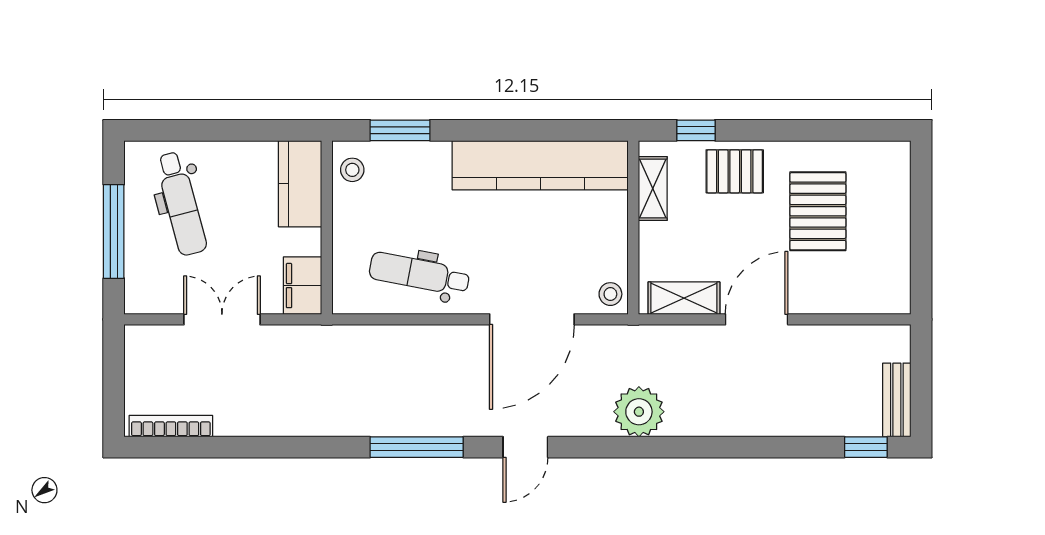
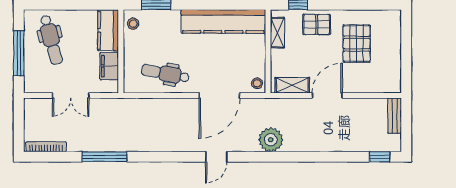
filing cabinet: (302, 286) -> (109, 66), moved
double door: (222, 319) -> (71, 95), swing flipped
bench: (897, 400) -> (395, 116), moved
window: (417, 447) -> (105, 157), moved

